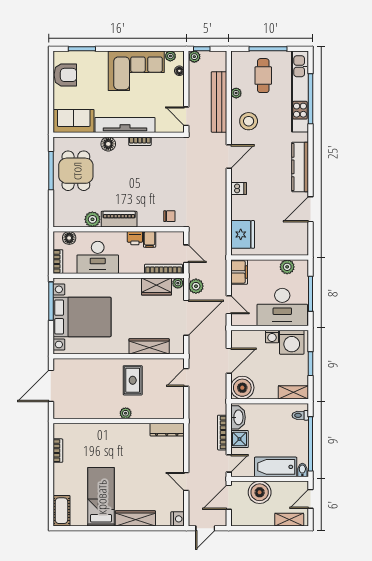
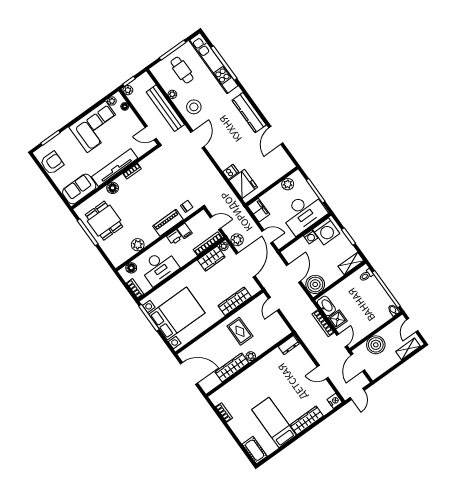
dishwasher: (239, 189) -> (231, 172), moved
piano: (119, 219) -> (168, 223), moved
door: (51, 386) -> (189, 373), swing flipped
wardrobe: (98, 411) -> (232, 368), added
dresser: (167, 430) -> (289, 345), width x0.70
bathtub: (276, 467) -> (374, 321), removed

